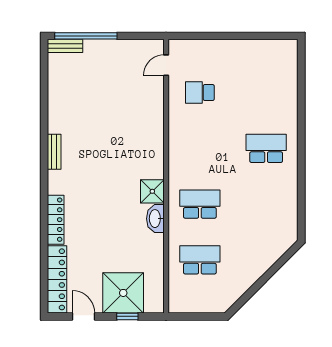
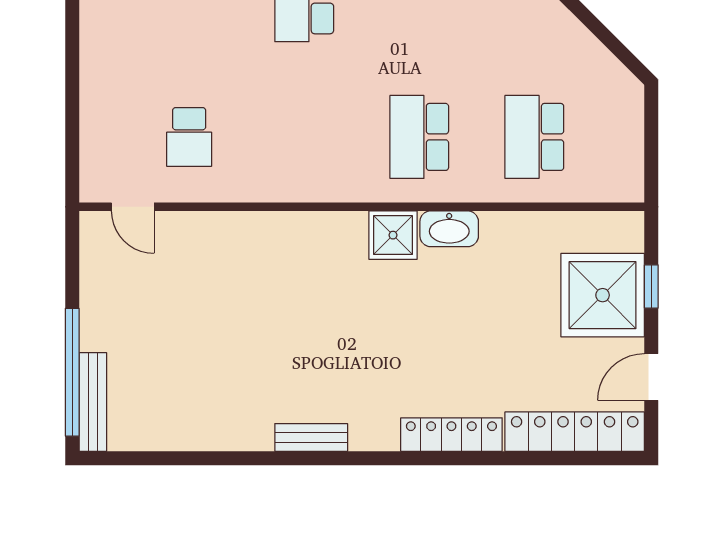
bench: (65, 46) -> (93, 402), width x1.36

